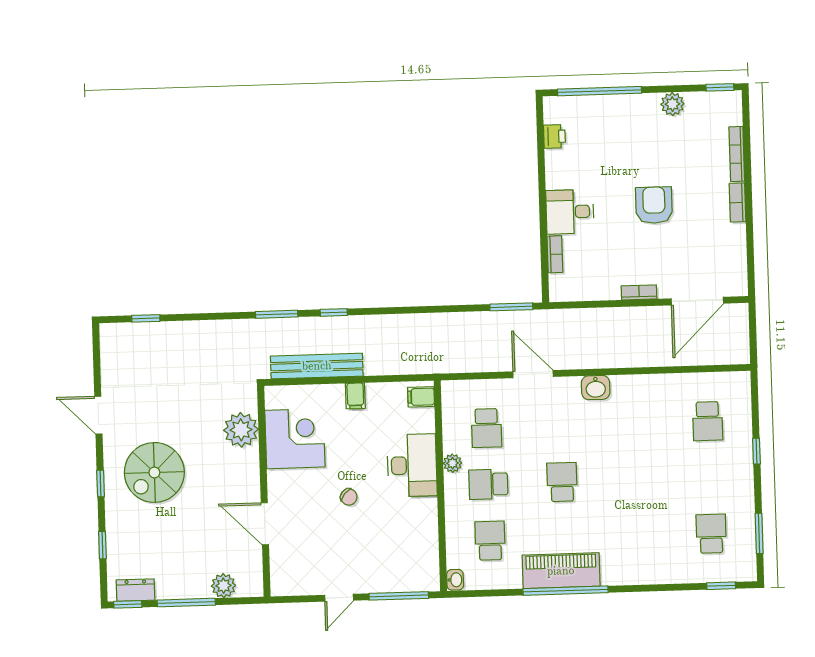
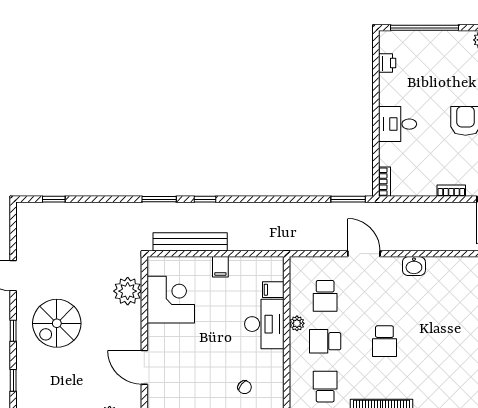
bookcase: (555, 254) -> (385, 182), moved
filing cabinet: (421, 397) -> (273, 290), moved
school desk: (562, 482) -> (384, 341), turned 180
chair: (349, 497) -> (245, 387), moved

